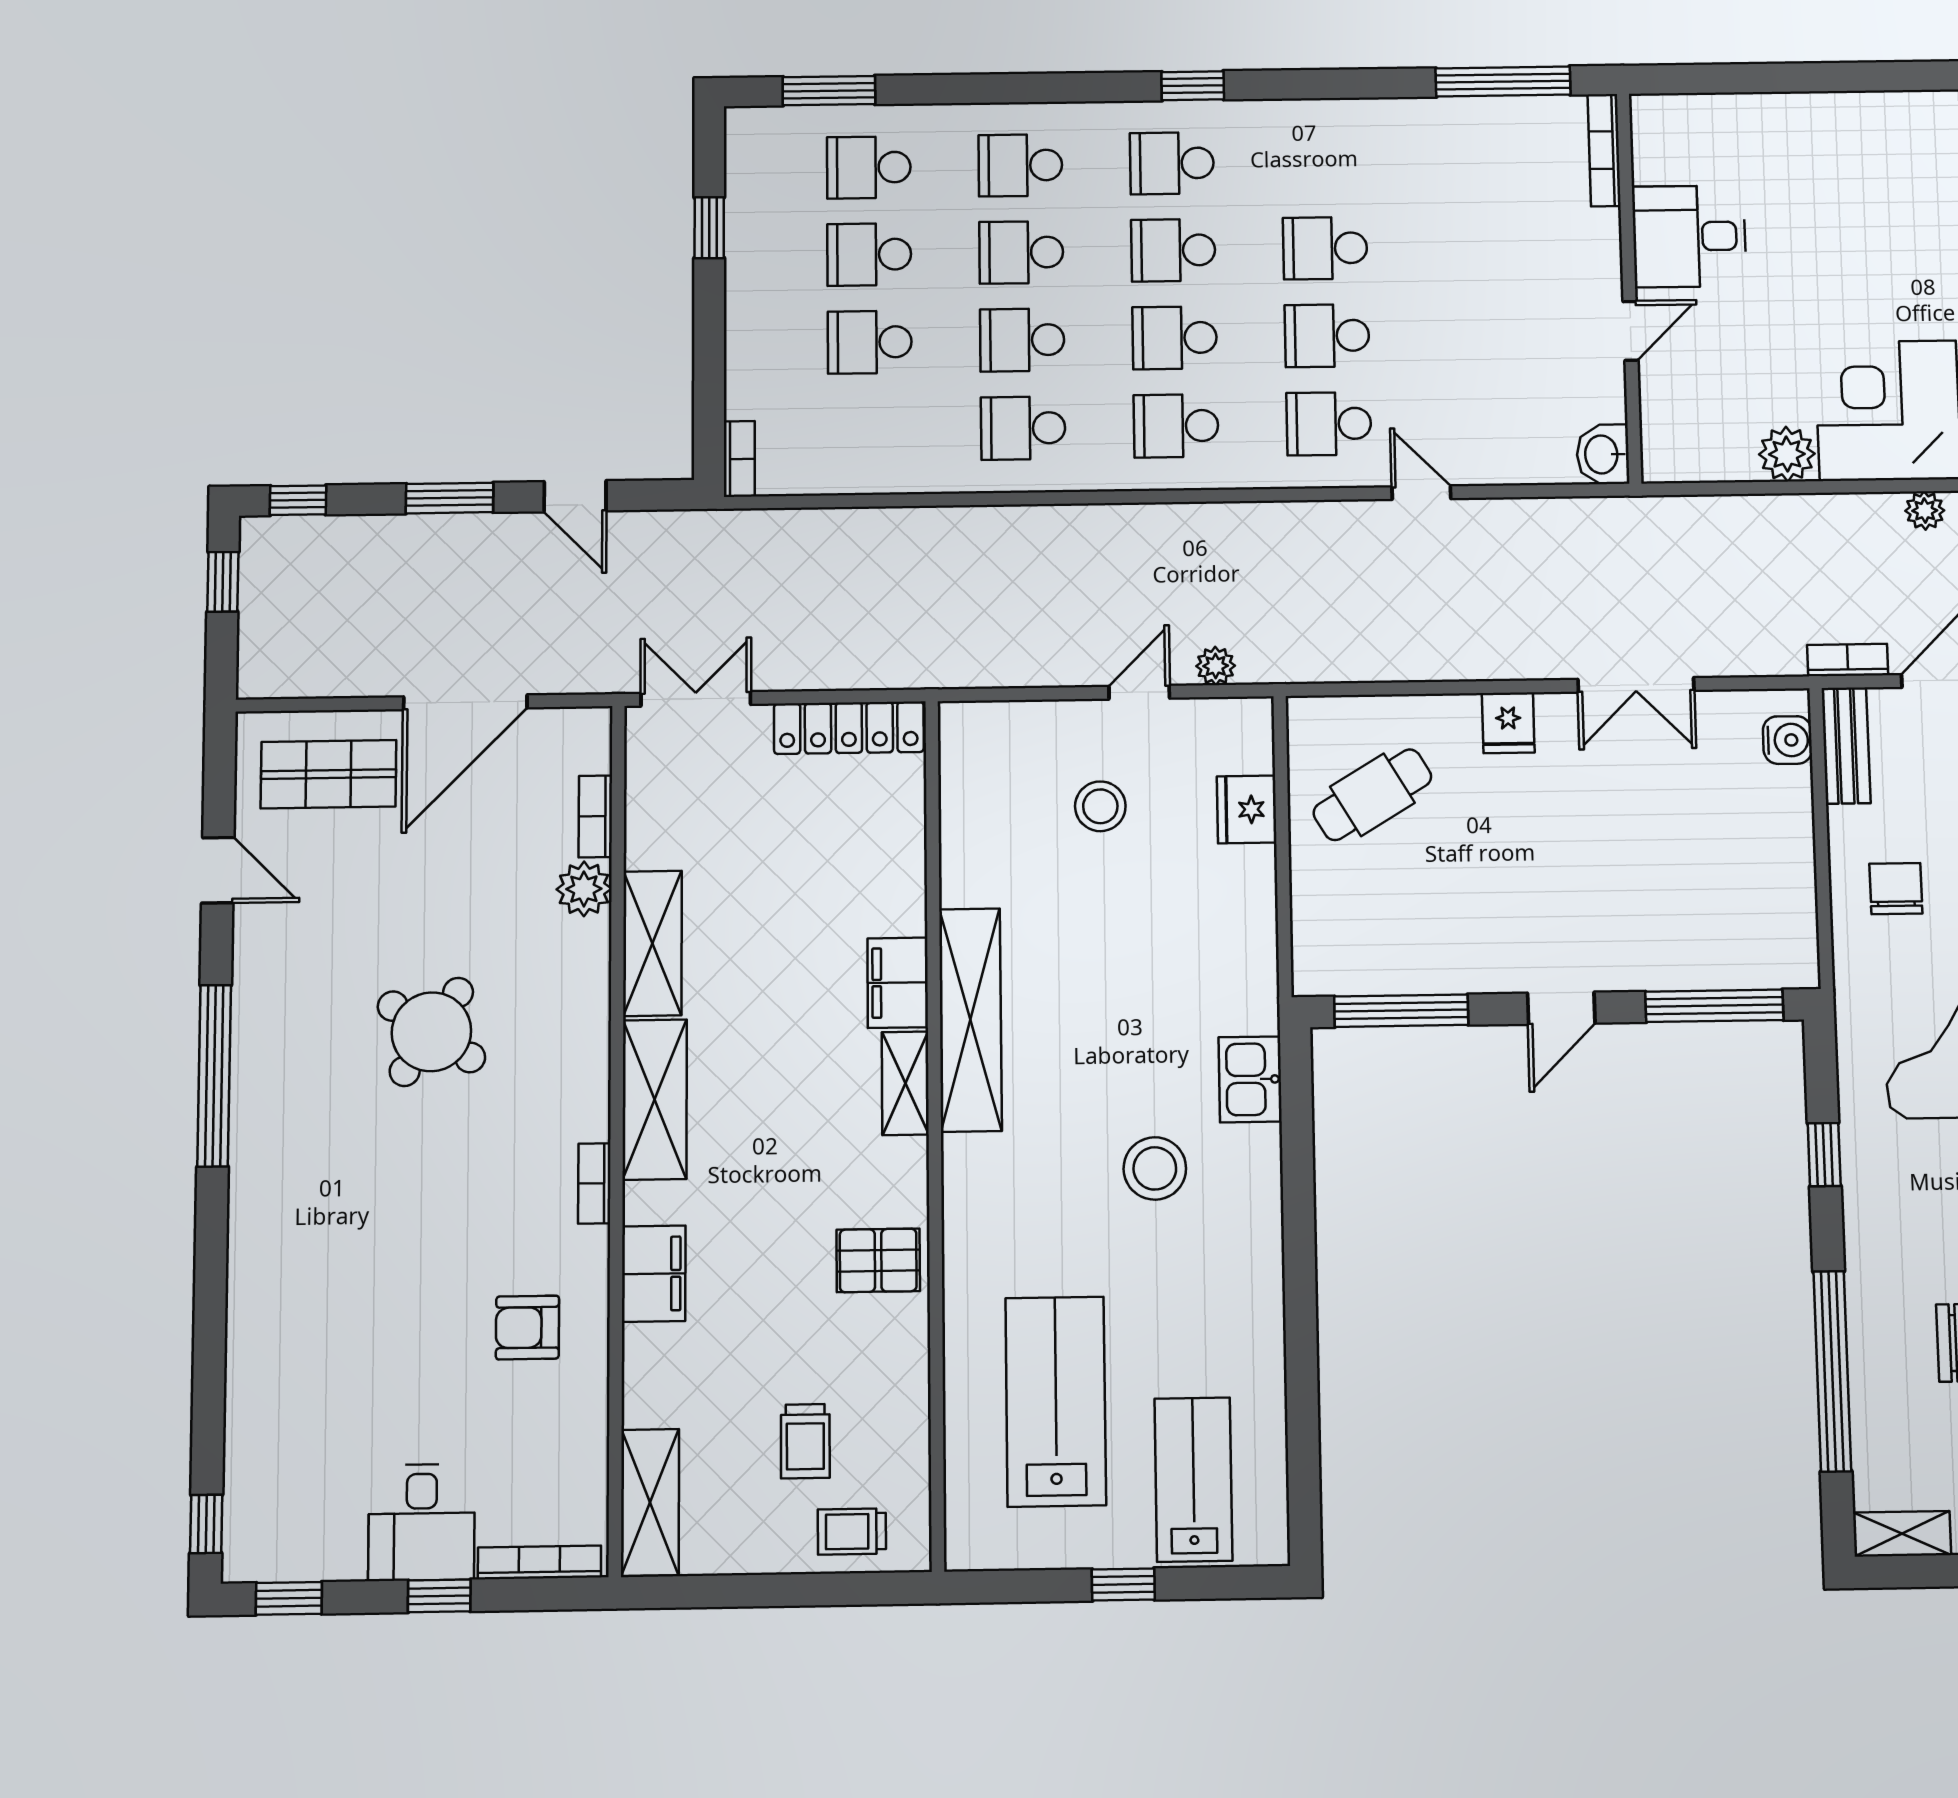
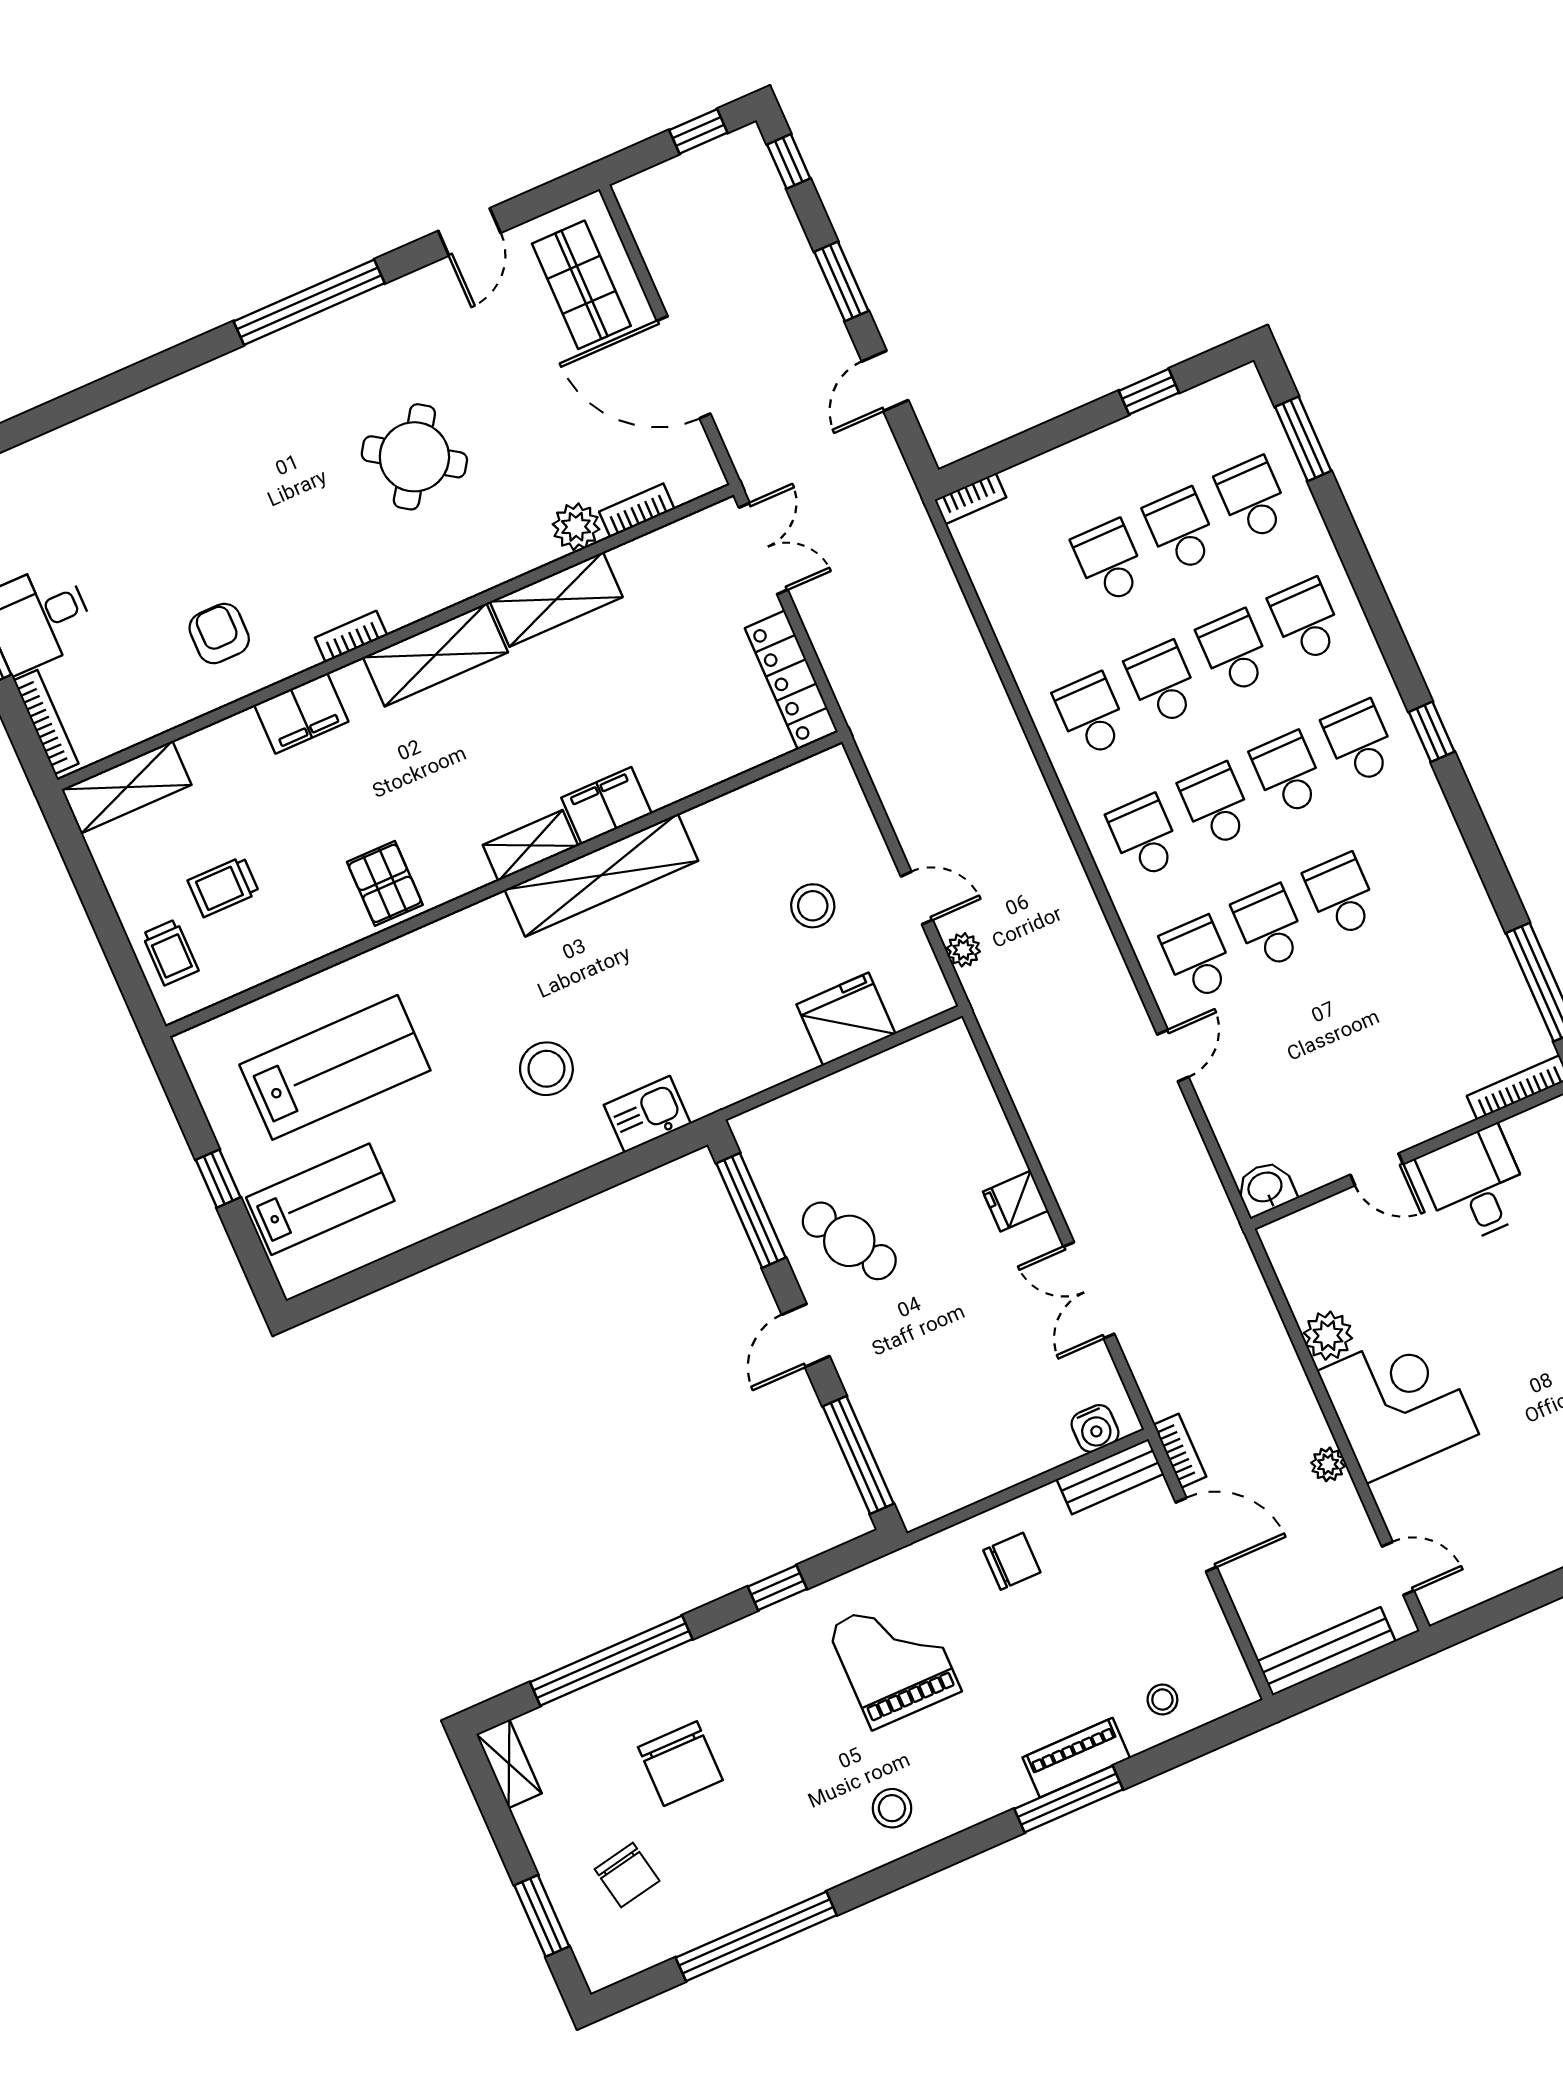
cafe table: (1372, 795) -> (849, 1241), moved
fridge: (1247, 809) -> (846, 1019), width x1.36, depth x1.34
door: (1561, 1008) -> (806, 1335), hinge flipped
trolley: (852, 1532) -> (170, 952), turned 180

